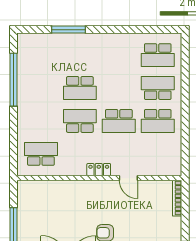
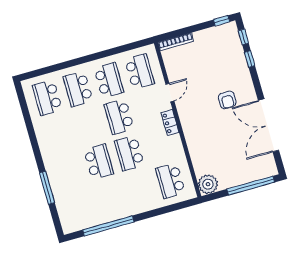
school desk: (158, 55) -> (47, 98), turned 180
school desk: (119, 121) -> (119, 117), turned 180
school desk: (158, 154) -> (140, 72), added
plant: (27, 190) -> (208, 184), added

